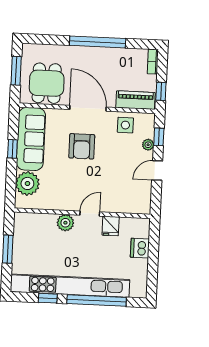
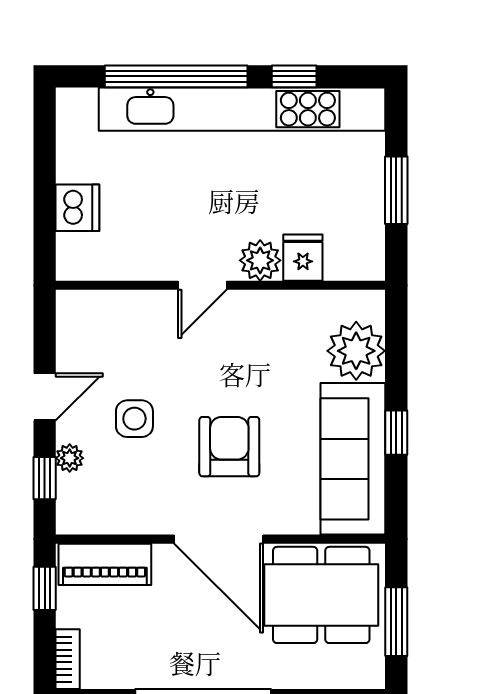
dining table: (47, 83) -> (321, 595), width x1.38
side table: (125, 125) -> (134, 419), moved
fridge: (111, 226) -> (303, 258), moved

